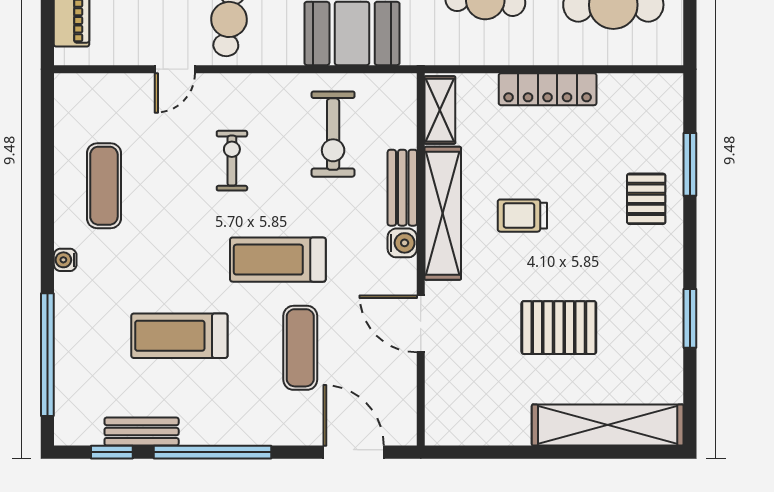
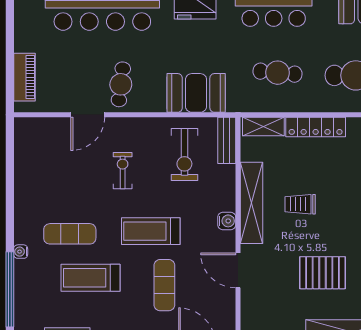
door: (175, 69) -> (88, 115), width x1.38
shelving: (440, 110) -> (263, 126), moved, turned 90
exercise mat: (104, 186) -> (70, 234), moved, turned 90
bench: (402, 188) -> (227, 140), moved
water cooler: (65, 260) -> (21, 252), moved

